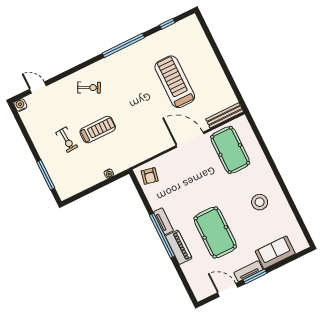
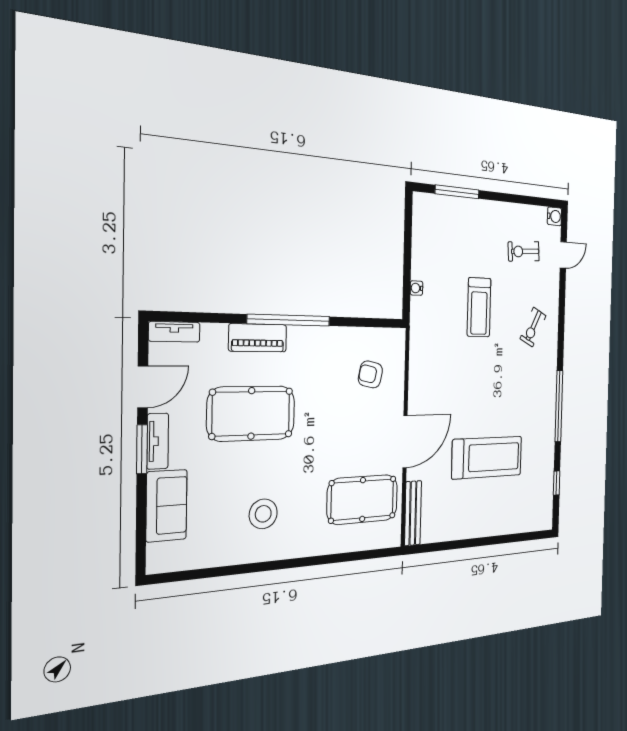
exercise bike: (67, 140) -> (524, 251), moved
armchair: (150, 176) -> (370, 374), moved
tv unit: (163, 221) -> (174, 332), moved

